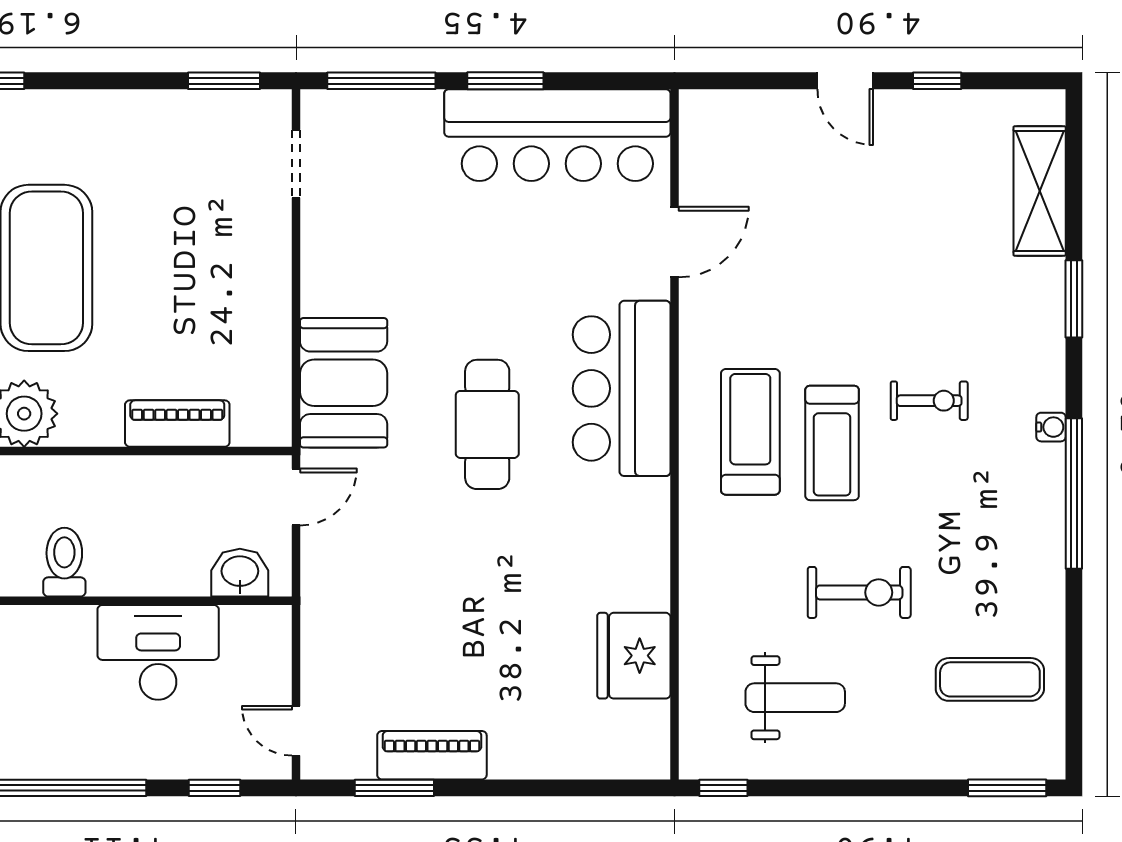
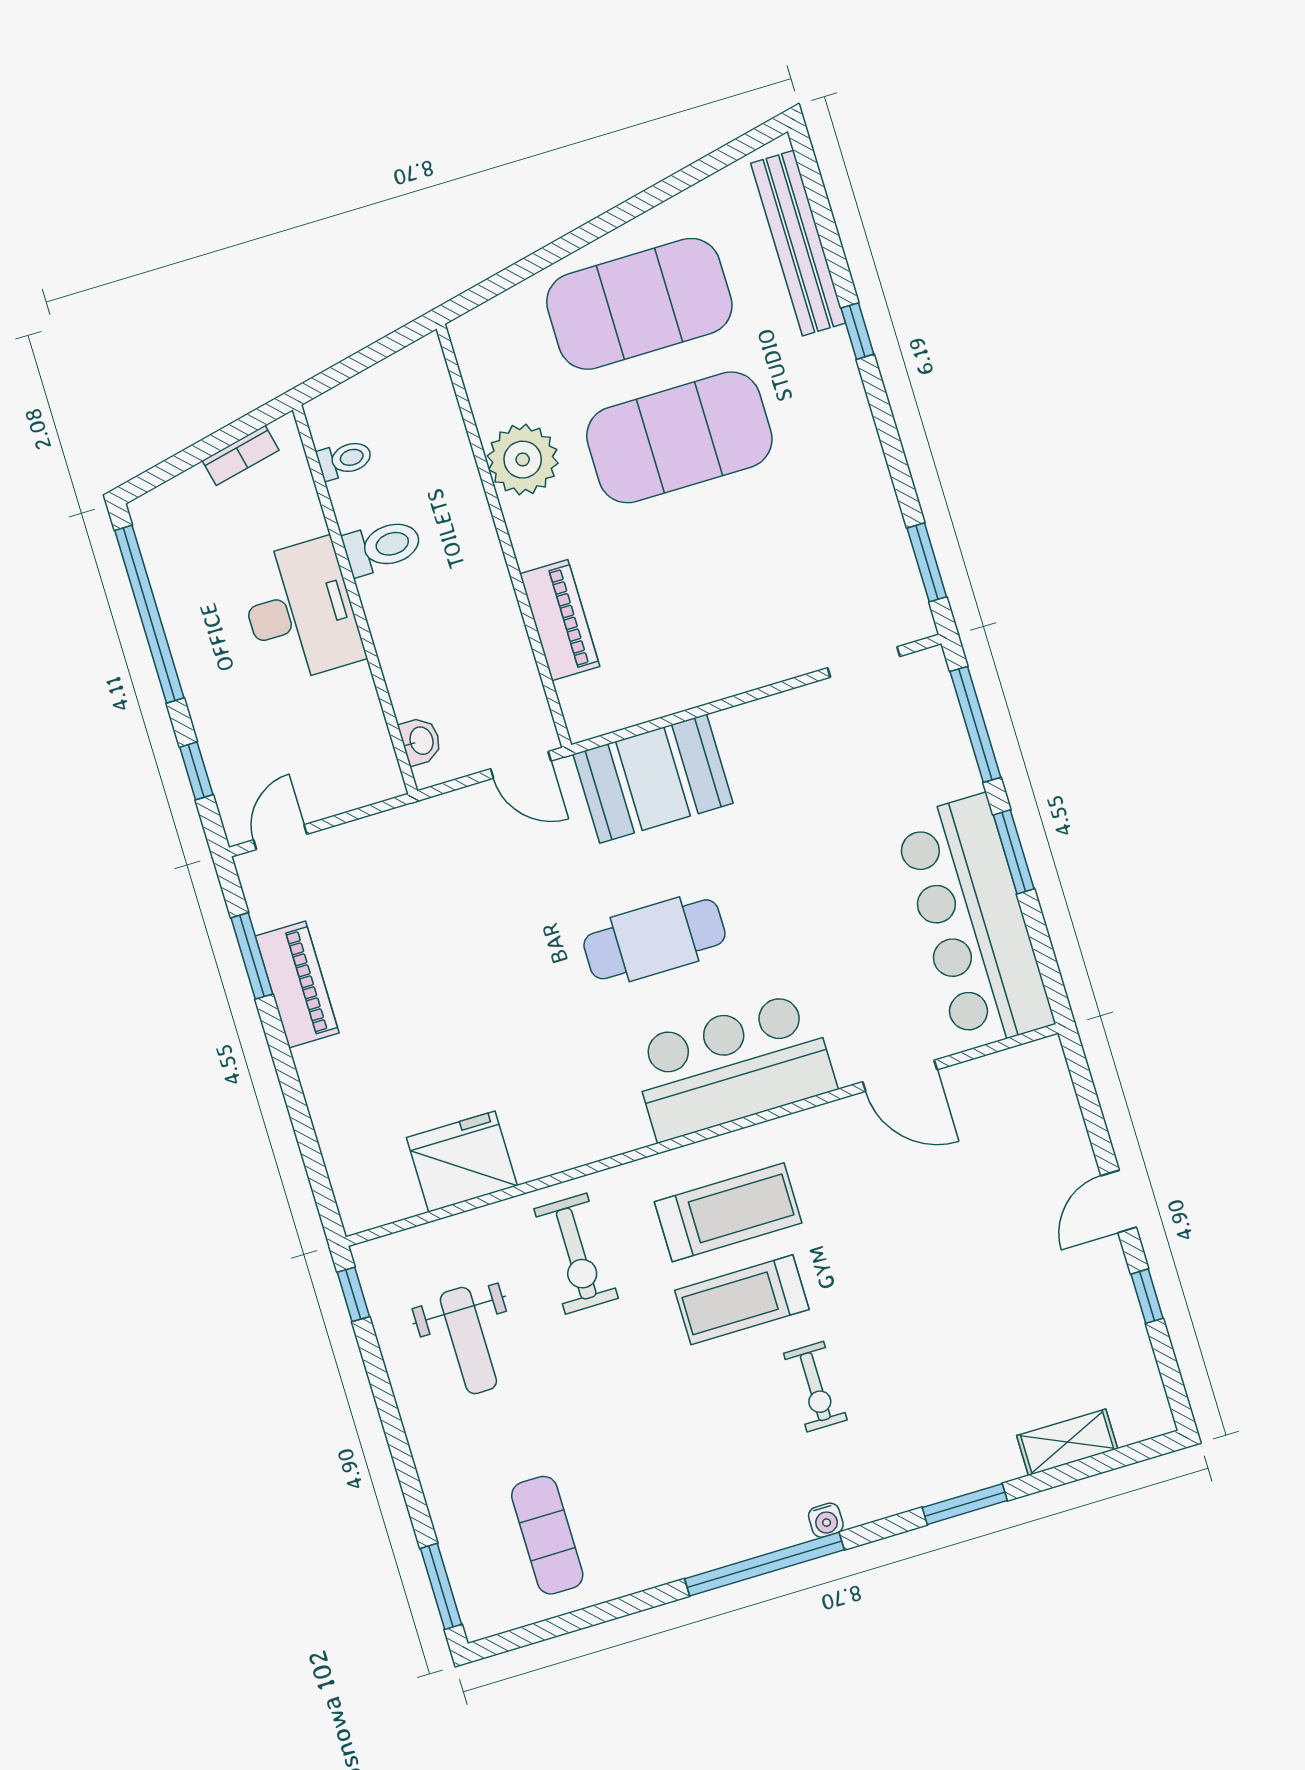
shelving: (1040, 191) -> (1067, 1442), width x0.67, depth x0.75
washbasin: (240, 573) -> (421, 741), width x0.72, depth x0.69
exercise bike: (859, 592) -> (576, 1254), moved
desk: (158, 652) -> (300, 611), moved

